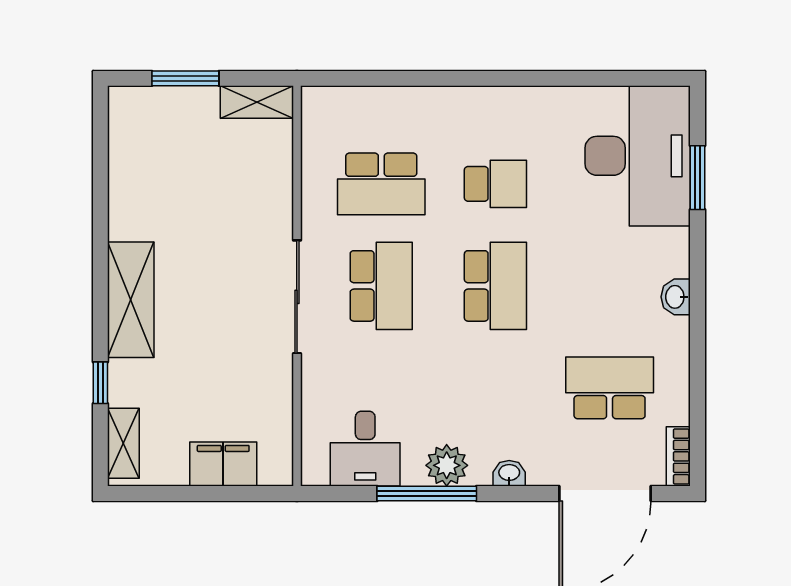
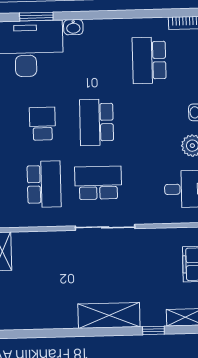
school desk: (495, 286) -> (97, 122), turned -90
washbasin: (676, 297) -> (73, 27), moved

